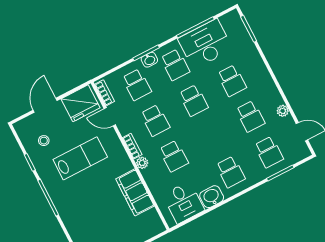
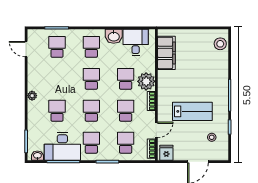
washbasin: (149, 60) -> (37, 156), moved
fridge: (80, 103) -> (166, 153), width x0.53, depth x0.75
plant: (283, 111) -> (32, 96), moved
school desk: (250, 116) -> (91, 79), moved
door: (110, 117) -> (156, 130), hinge flipped
lab bench: (80, 158) -> (192, 111), turned 180
plant: (142, 163) -> (146, 81), width x1.87, depth x1.87
filing cabinet: (135, 192) -> (166, 53), moved

